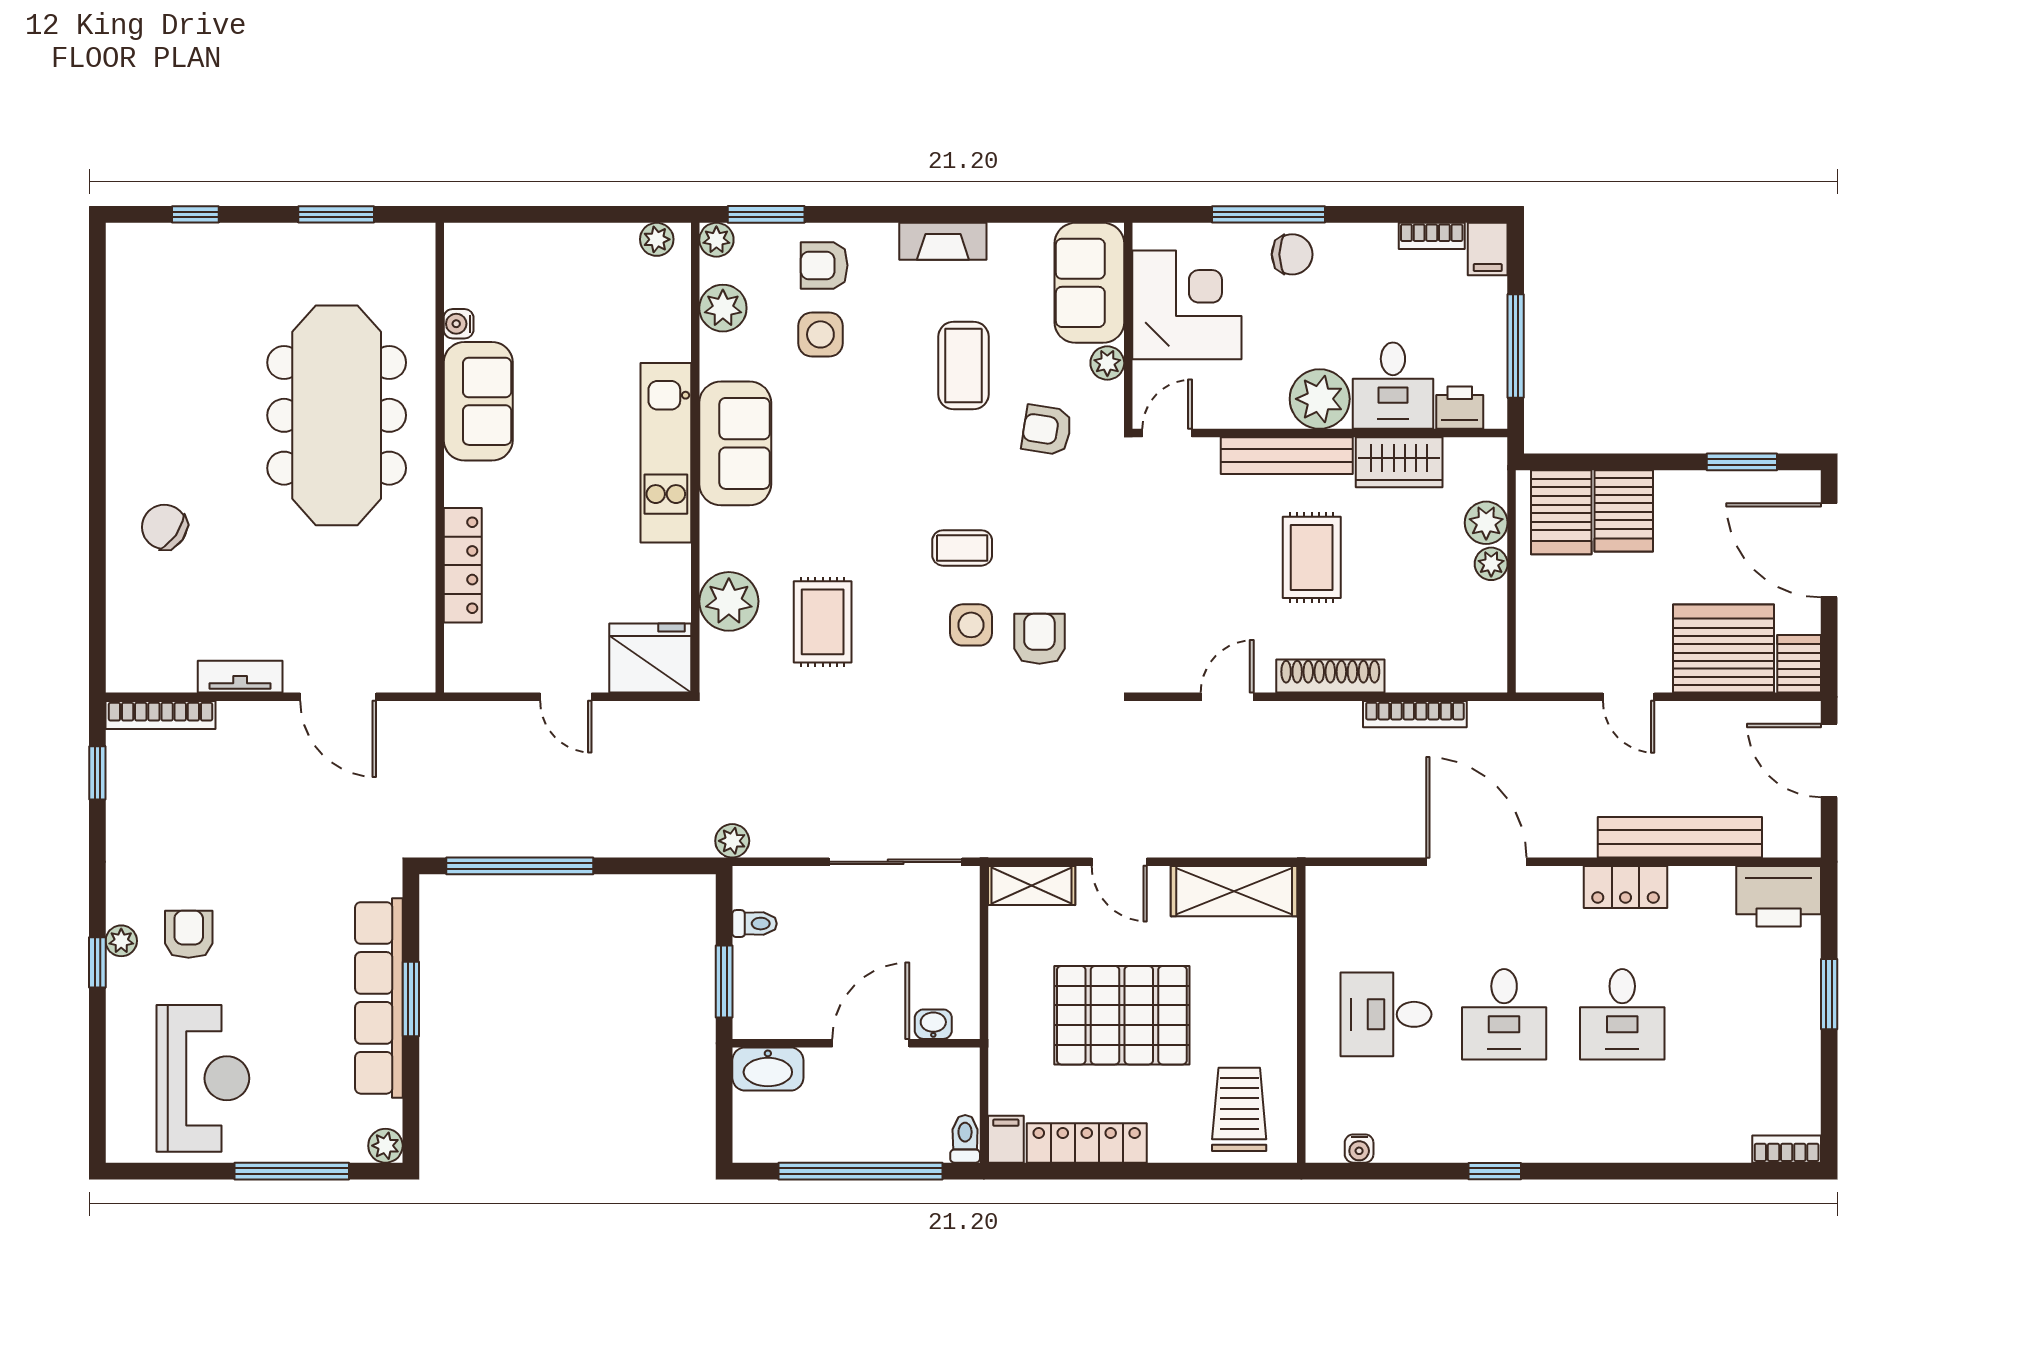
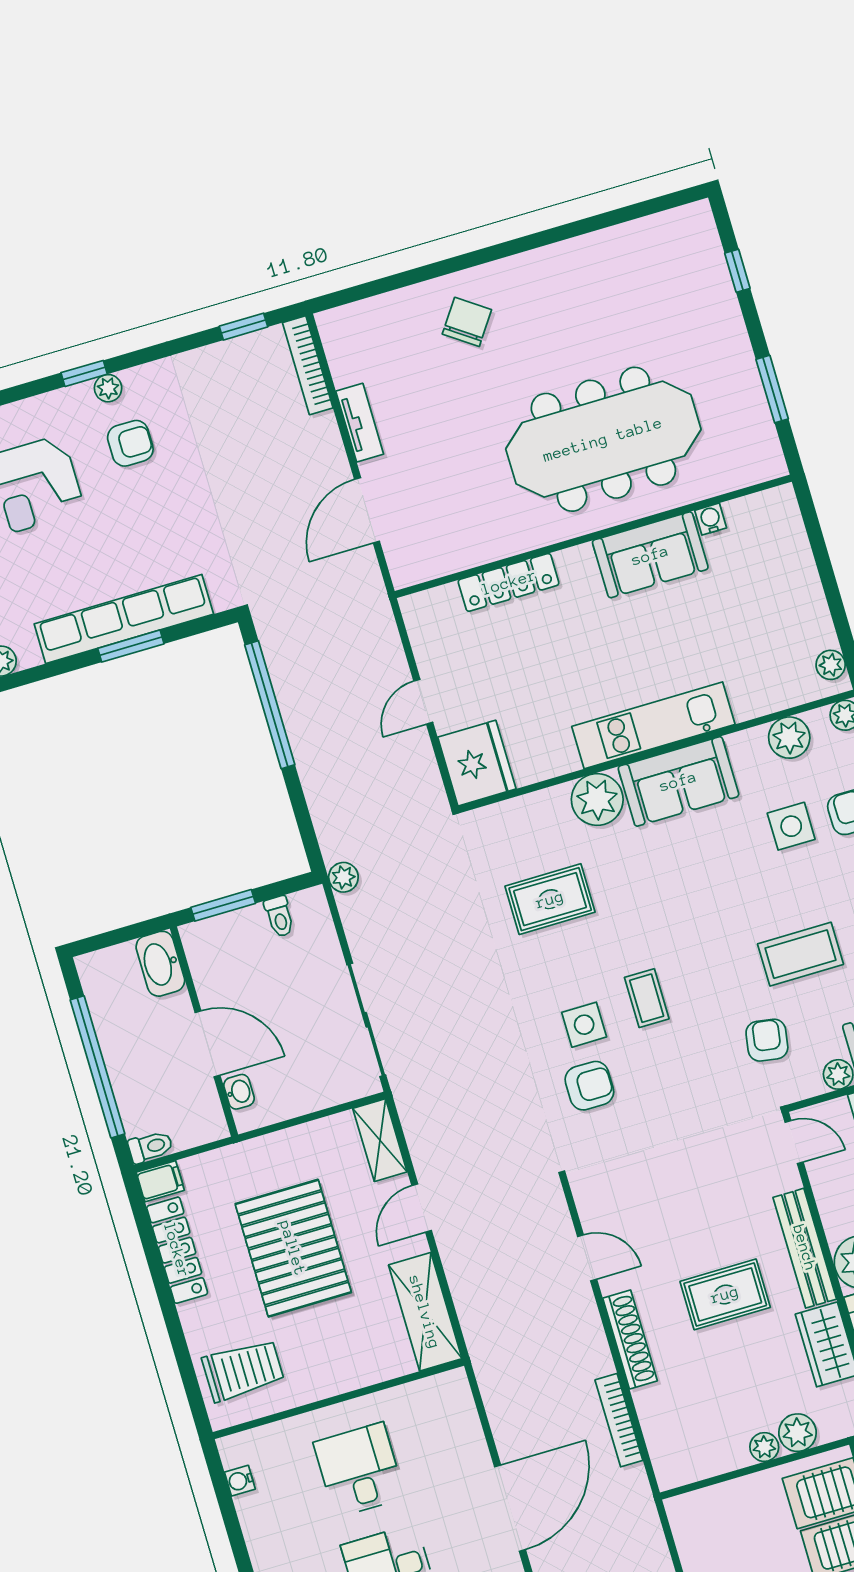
plant: (729, 601) -> (597, 800), moved

